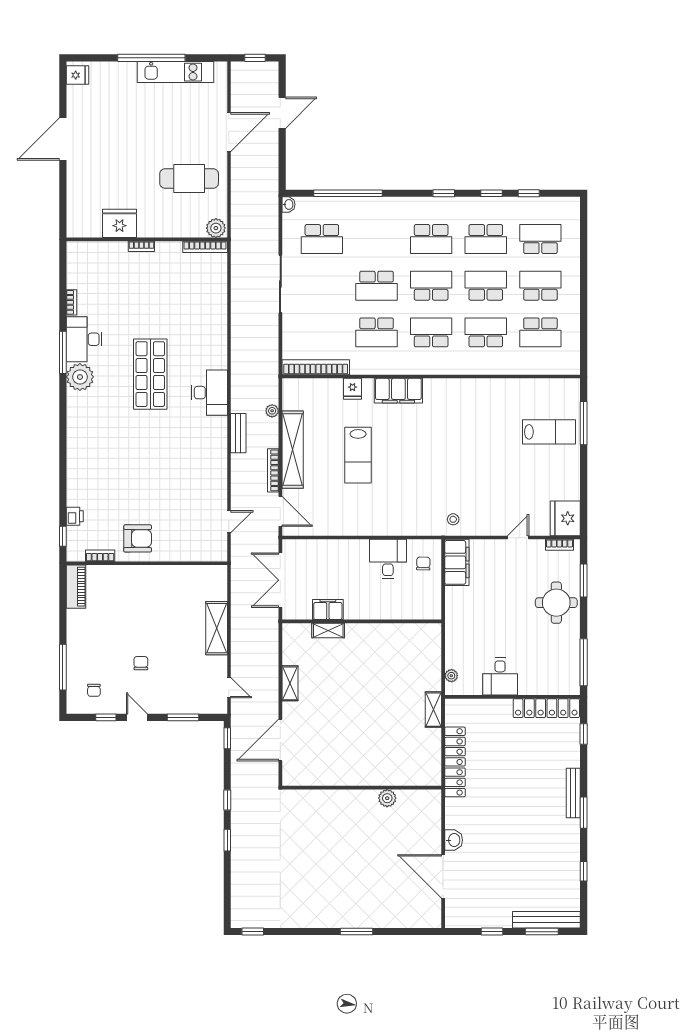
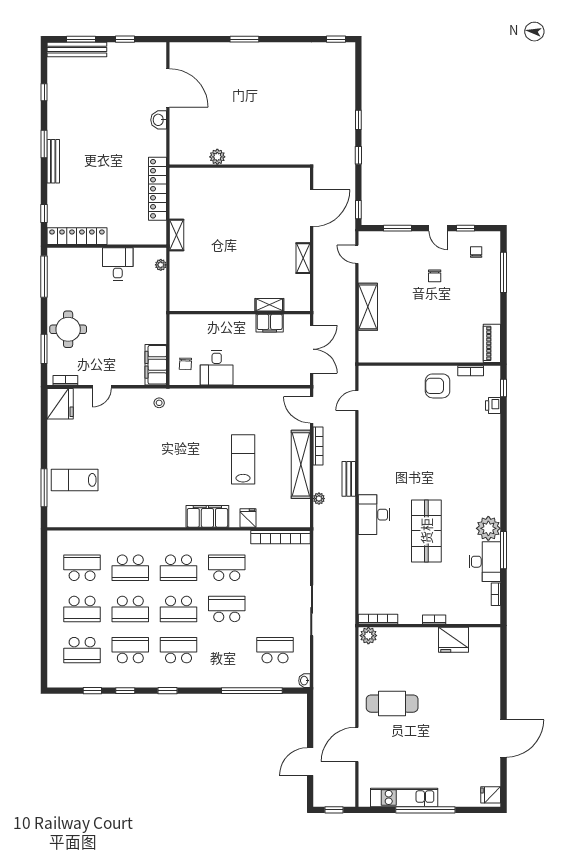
fridge: (119, 223) -> (454, 640), moved
plant: (216, 228) -> (368, 636), moved
wall: (147, 239) -> (429, 626), moved
bookcase: (141, 246) -> (434, 619), moved
bookcase: (205, 247) -> (378, 619), moved

